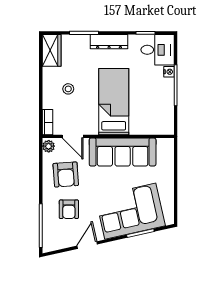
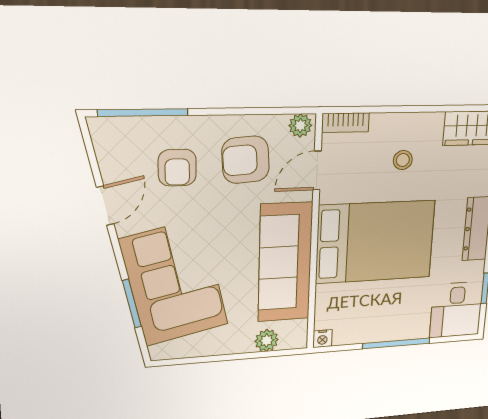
nightstand: (169, 72) -> (322, 339), moved
bed: (114, 102) -> (375, 242), width x1.50
plant: (167, 161) -> (267, 340), added
armchair: (69, 209) -> (177, 168), turned -90
door: (87, 245) -> (105, 206), hinge flipped

